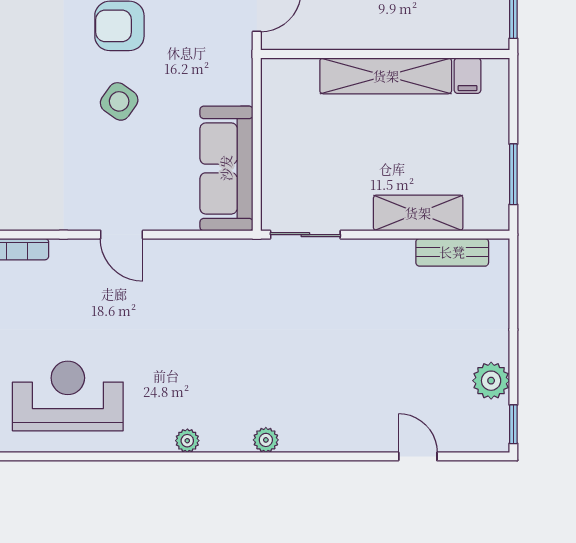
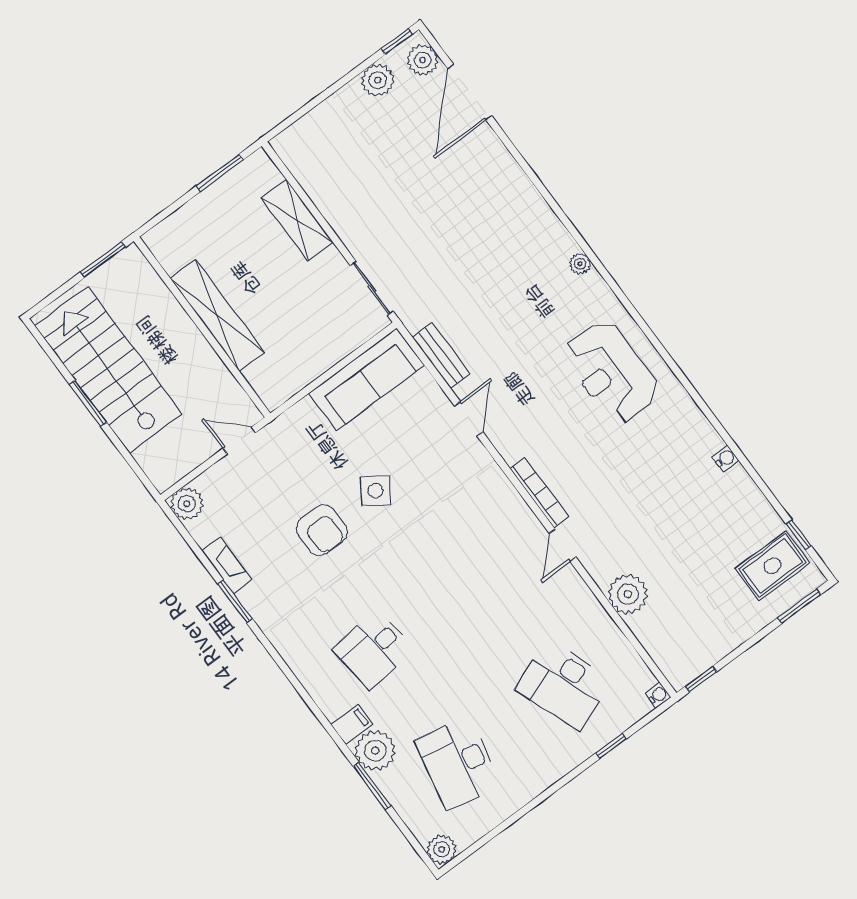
filing cabinet: (468, 76) -> (174, 257), removed
bench: (452, 252) -> (441, 355), moved
plant: (266, 440) -> (423, 60), moved, width x1.38, depth x1.38
door: (418, 456) -> (470, 92), width x1.87

